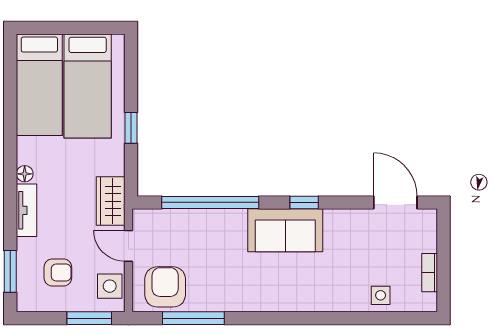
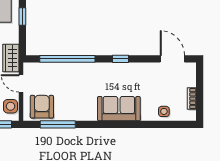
sofa: (285, 230) -> (119, 109), moved, turned 180

